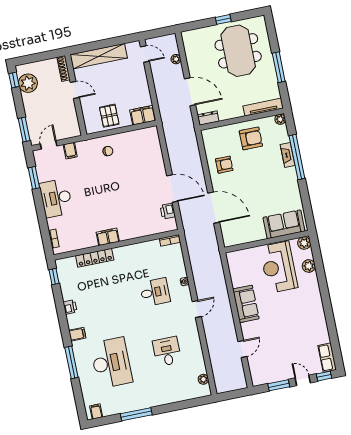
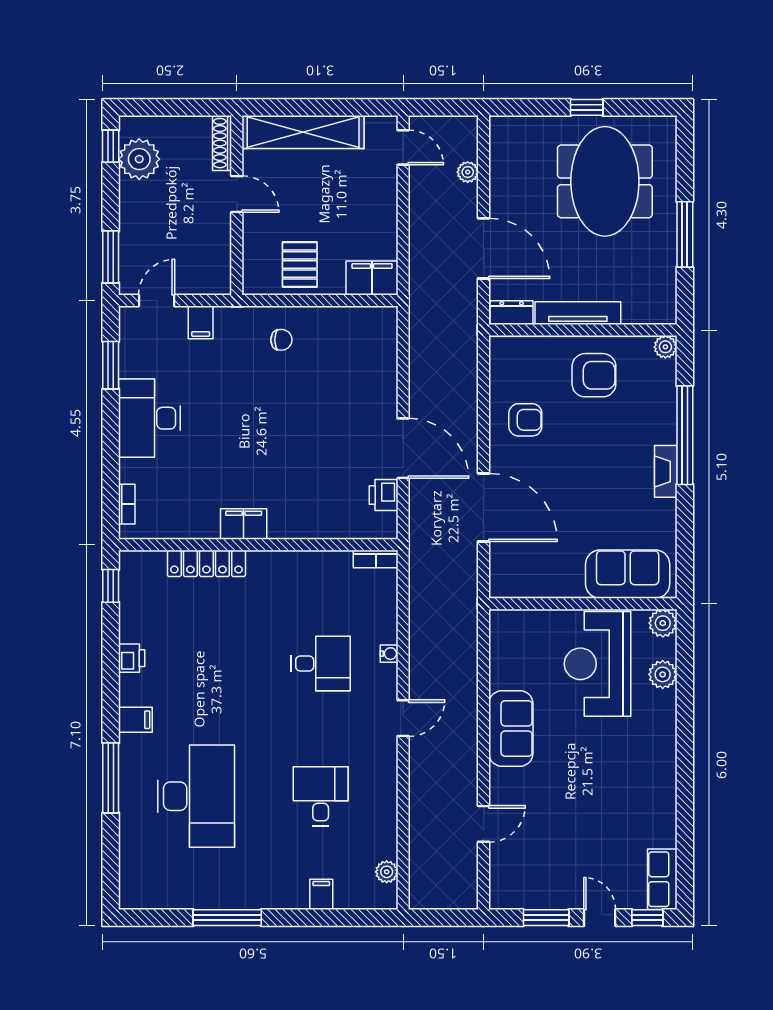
tv unit: (263, 107) -> (578, 313), moved
fireplace: (288, 155) -> (666, 471), moved
filing cabinet: (96, 412) -> (321, 894), moved

